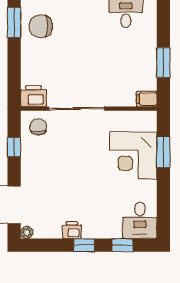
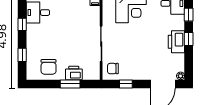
window: (14, 22) -> (70, 84), moved
printer: (33, 96) -> (74, 73), moved, turned 90
printer: (72, 230) -> (176, 42), width x1.87, depth x1.48

